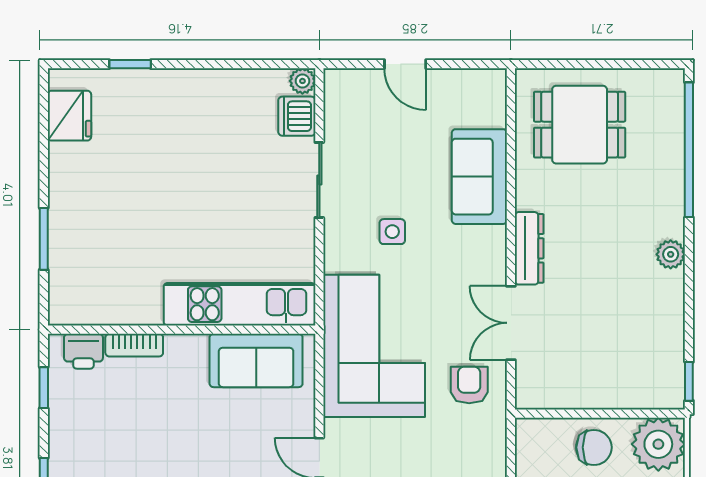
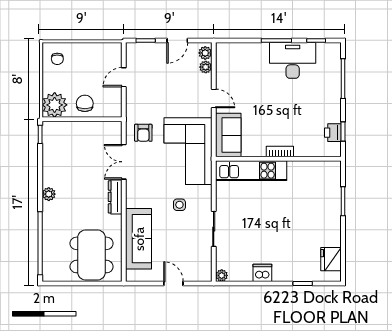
dishwasher: (297, 116) -> (262, 273), moved, turned -90
dining table: (580, 125) -> (92, 255), width x1.38
sofa: (479, 177) -> (139, 239), width x1.36
double door: (511, 323) -> (124, 162), swing flipped
bookcase: (134, 345) -> (280, 151), moved
printer: (83, 351) -> (333, 133), moved, turned -90
sofa: (256, 360) -> (228, 135), moved, turned 90
chair: (594, 447) -> (85, 103), turned 90

